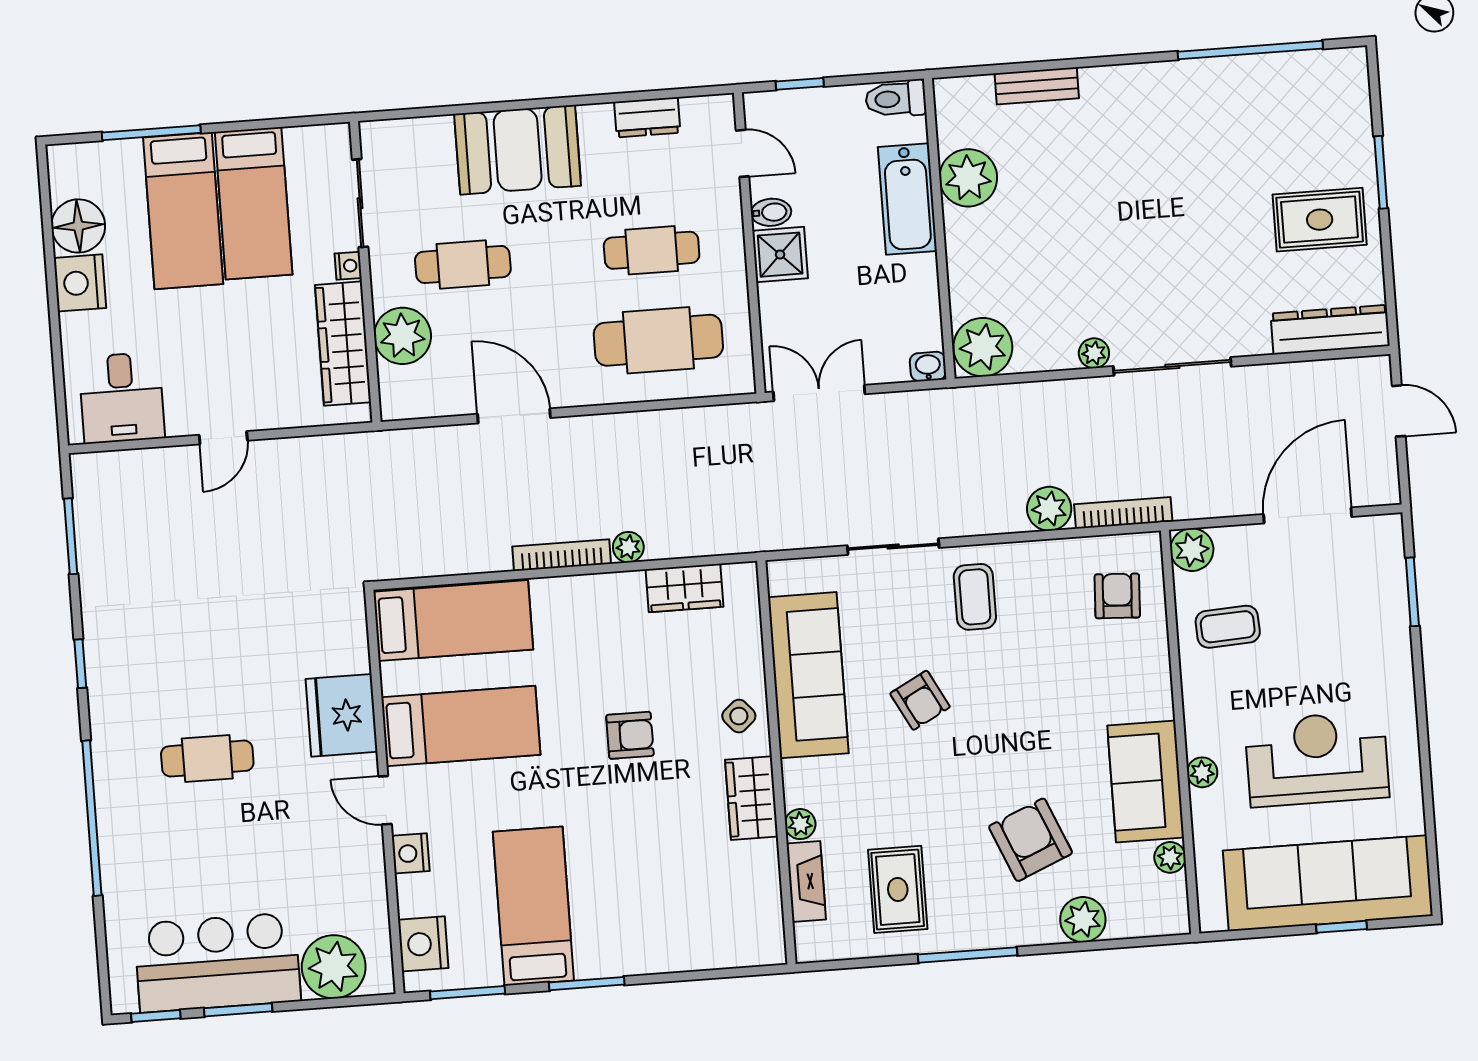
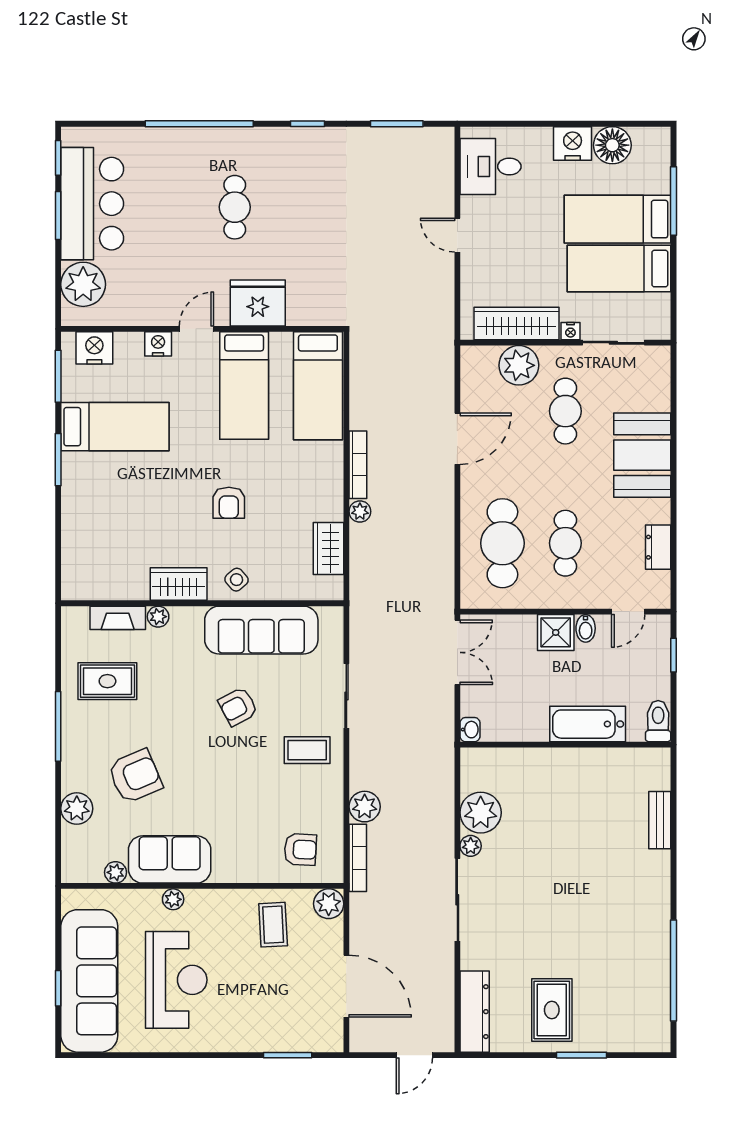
plant: (968, 178) -> (599, 768), removed
plant: (983, 347) -> (481, 813), moved

